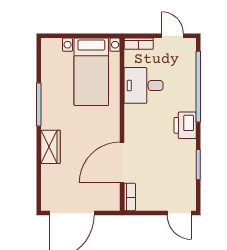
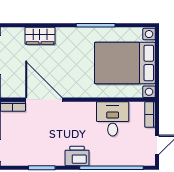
bed with nightstands: (91, 72) -> (125, 63), width x1.36
wardrobe: (51, 147) -> (40, 36), moved

